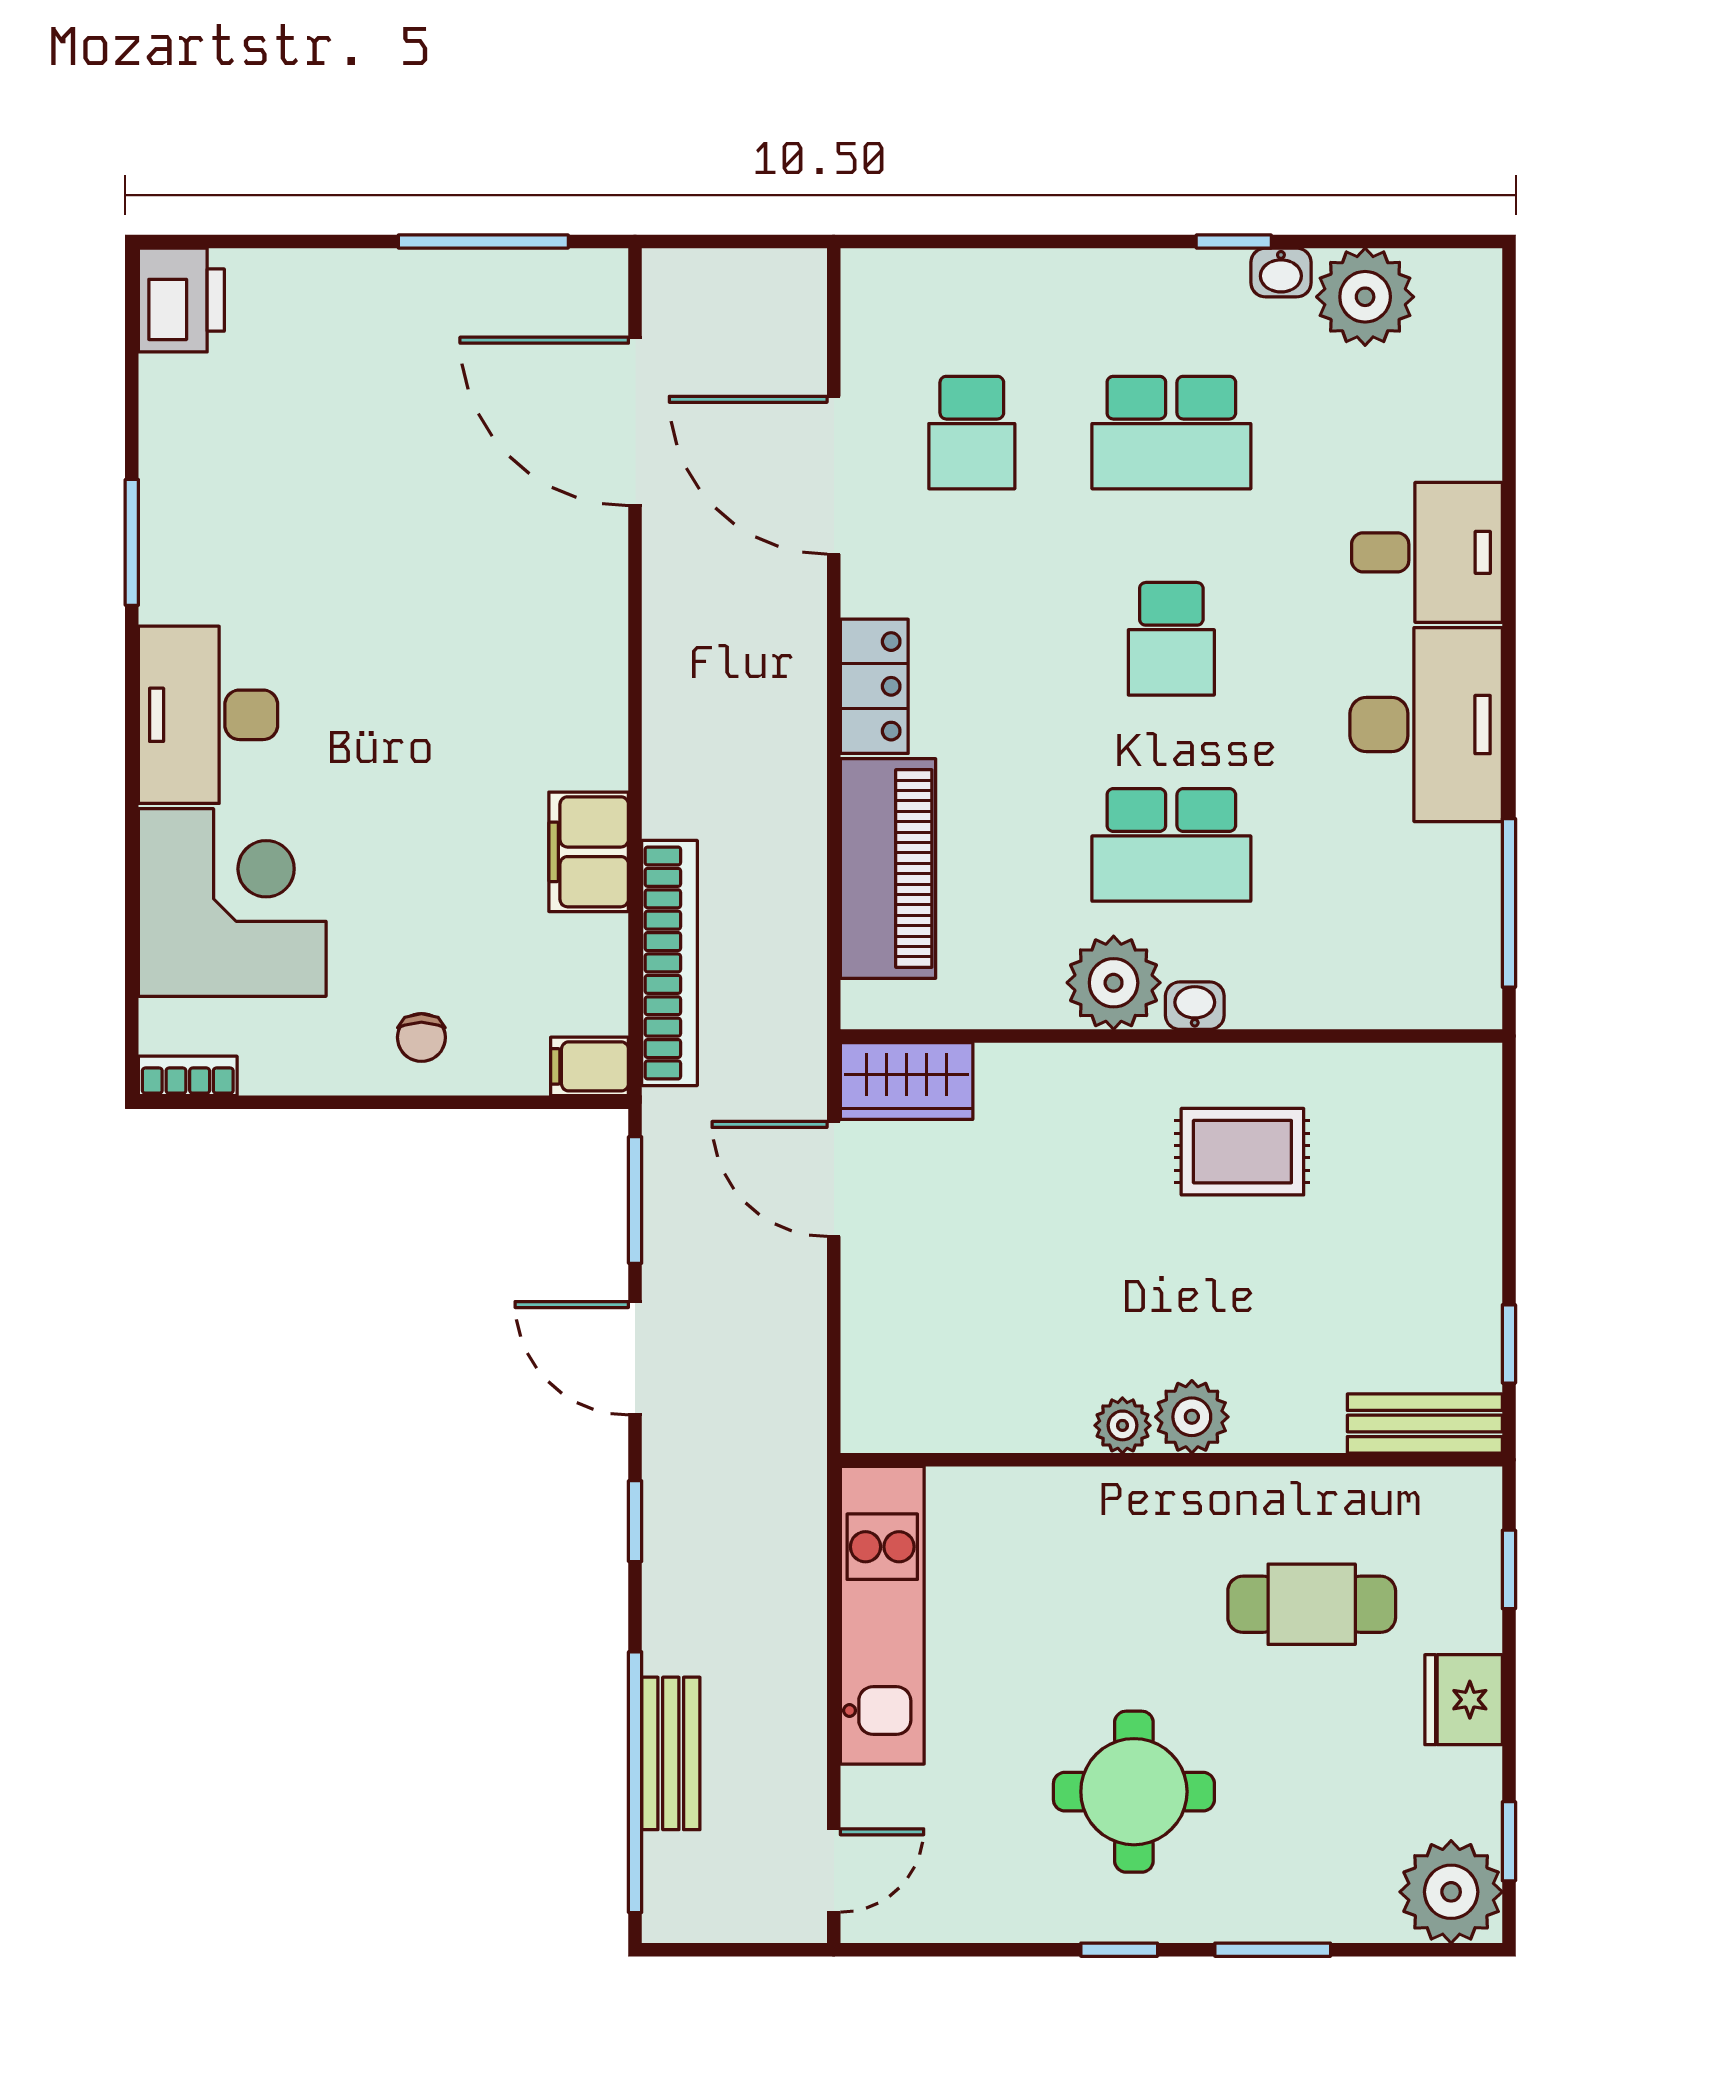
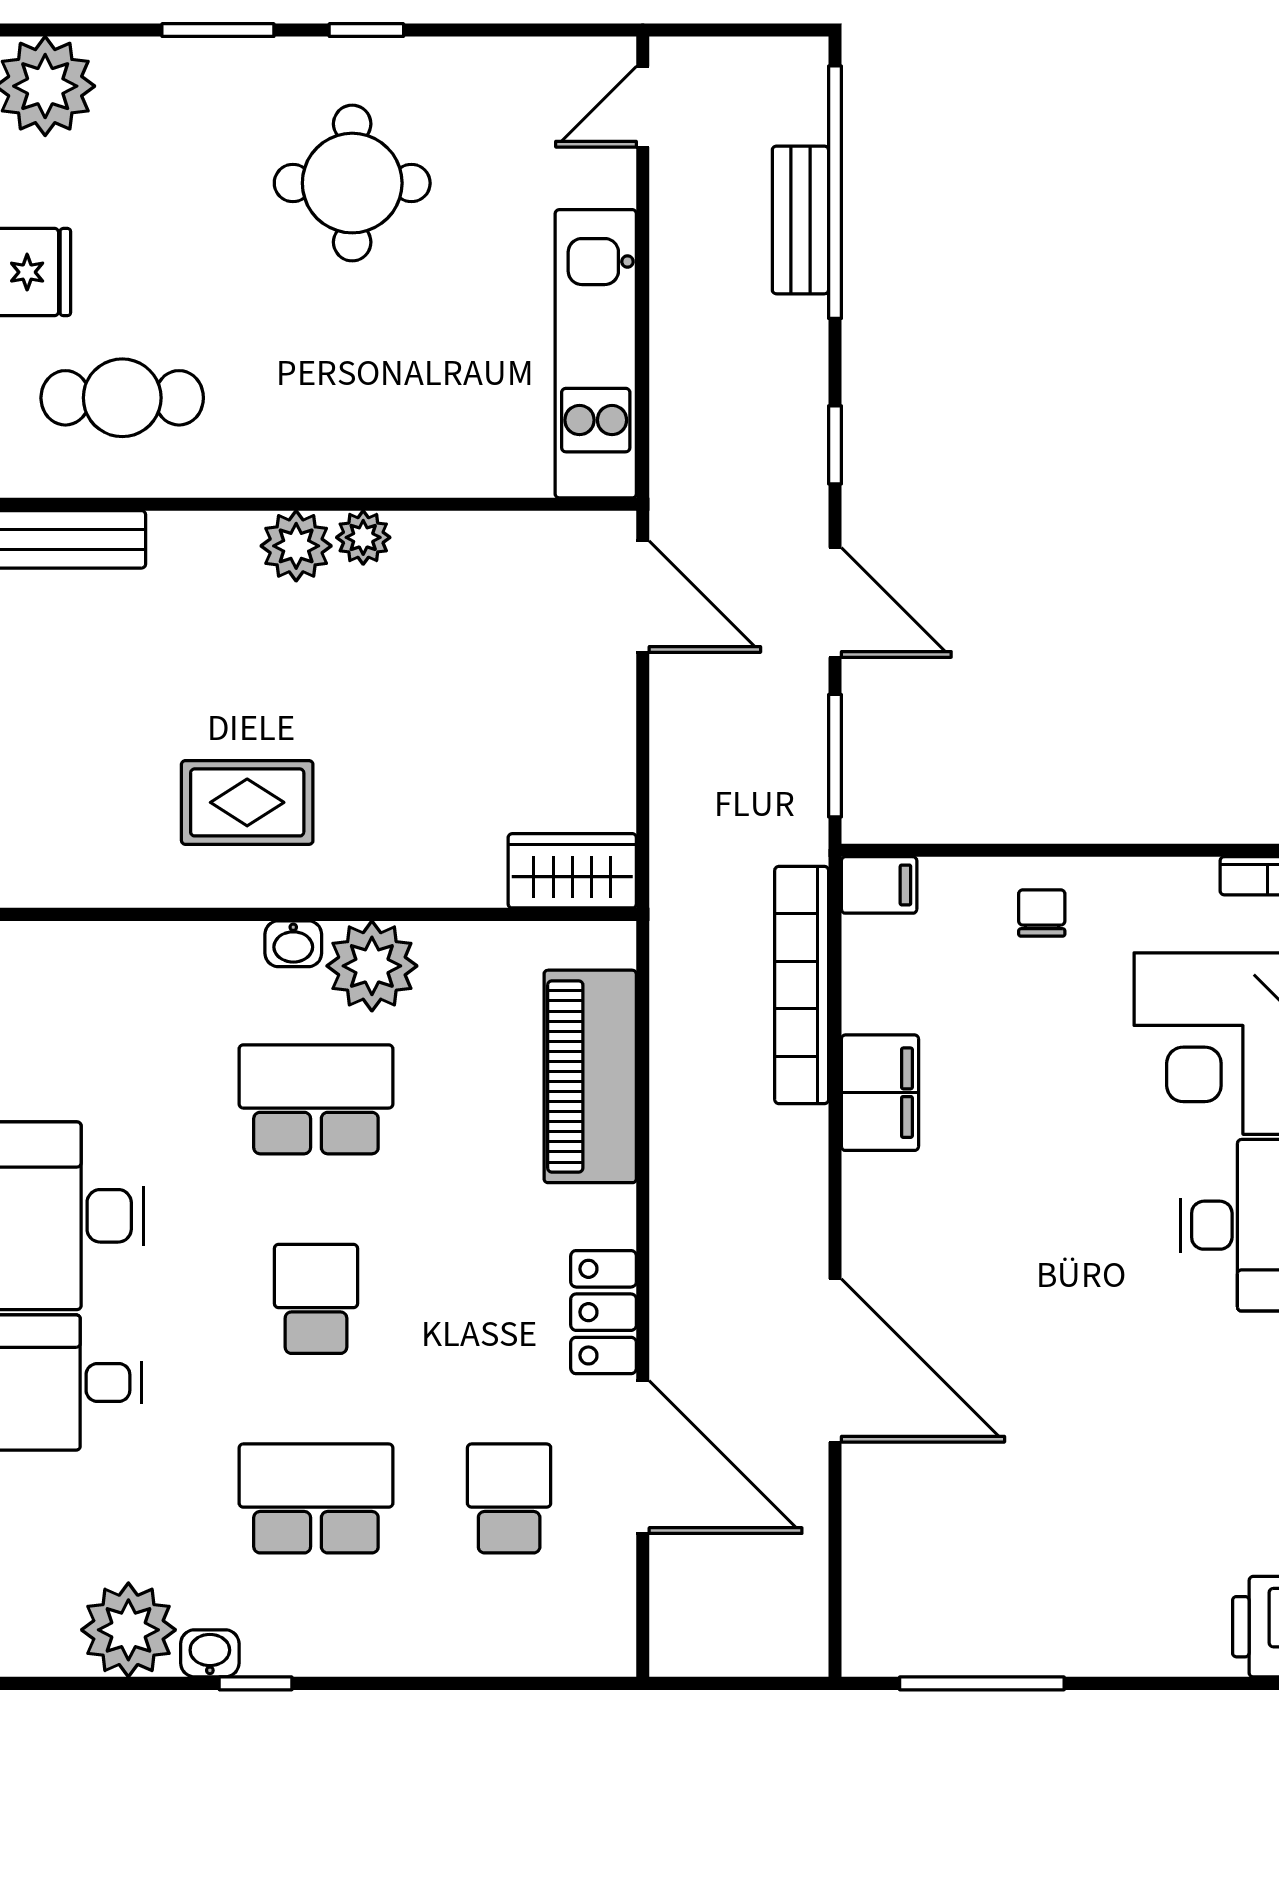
door: (635, 421) -> (835, 1360), moved
locker: (874, 686) -> (604, 1312), moved
door: (834, 1179) -> (643, 597), moved
cafe table: (1312, 1604) -> (122, 398), moved

